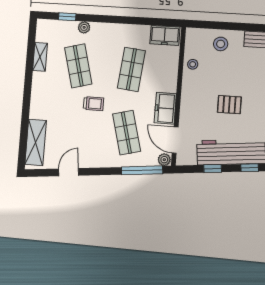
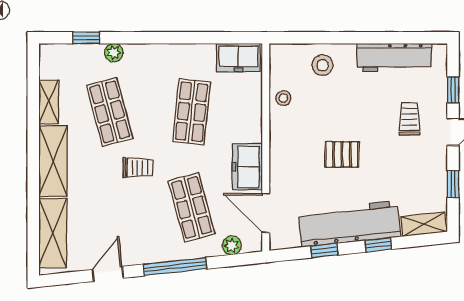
shelving: (40, 95) -> (53, 161), added
plant: (164, 160) -> (232, 245), moved
window: (142, 170) -> (175, 267), moved

